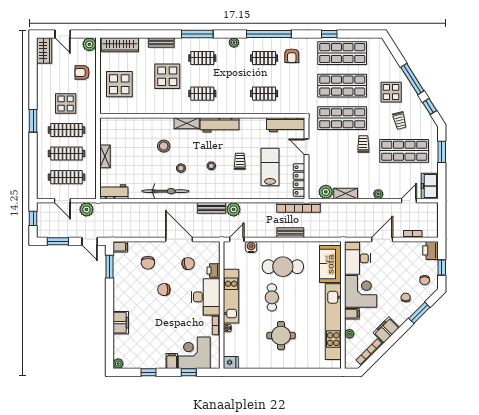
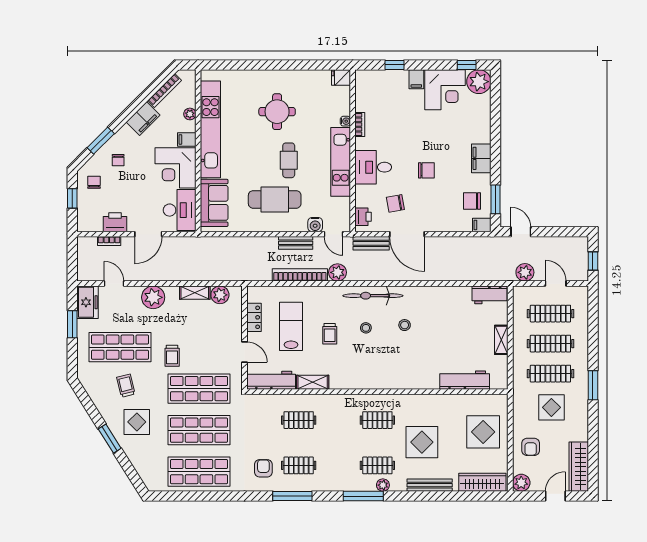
door: (63, 34) -> (555, 496), hinge flipped
window: (197, 34) -> (363, 496), moved
window: (269, 34) -> (292, 496), width x0.68
window: (329, 34) -> (215, 496), removed
bench: (161, 43) -> (430, 485), width x1.36
plant: (234, 43) -> (383, 485), moved
wardrobe: (44, 51) -> (579, 467), width x1.50
armchair: (82, 73) -> (531, 447), turned 90
window: (412, 79) -> (110, 439), width x0.69
window: (430, 106) -> (88, 404), removed
shelving: (187, 123) -> (313, 382), moved
workbench: (220, 125) -> (465, 380), moved
stool: (164, 146) -> (427, 353), removed
window: (442, 152) -> (72, 324), moved
lab bench: (270, 167) -> (291, 326), turned 180
locker: (299, 180) -> (254, 317), width x0.66
bicycle: (165, 191) -> (373, 296), moved
plant: (378, 194) -> (153, 297), width x1.87, depth x1.87
door: (409, 201) -> (114, 284), swing flipped
bookcase: (299, 207) -> (300, 275), moved
bench: (212, 208) -> (371, 243), moved
bench: (290, 233) -> (296, 243), moved
door: (237, 239) -> (333, 234), hinge flipped
window: (58, 241) -> (561, 232), removed
printer: (431, 250) -> (115, 222), moved, turned -90
chair: (148, 263) -> (472, 201), moved, turned -90
printer: (214, 271) -> (363, 217), moved
desk: (206, 297) -> (373, 167), width x0.73
filing cabinet: (121, 323) -> (481, 158), moved
corner desk: (194, 353) -> (445, 90), moved
plant: (118, 364) -> (479, 82), width x1.87, depth x1.87
window: (148, 372) -> (467, 65), moved

